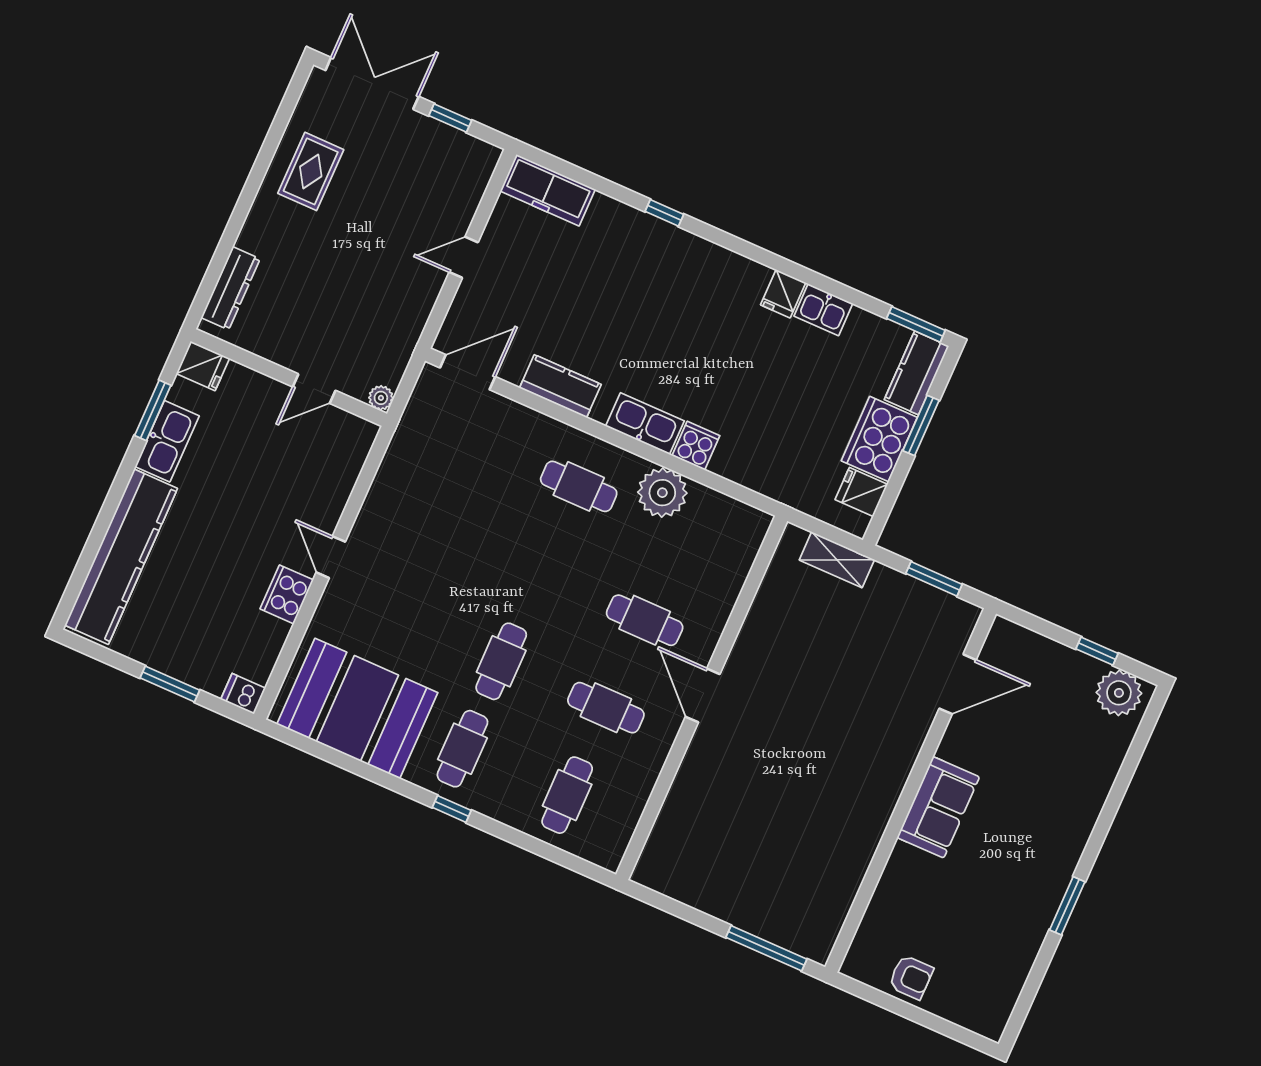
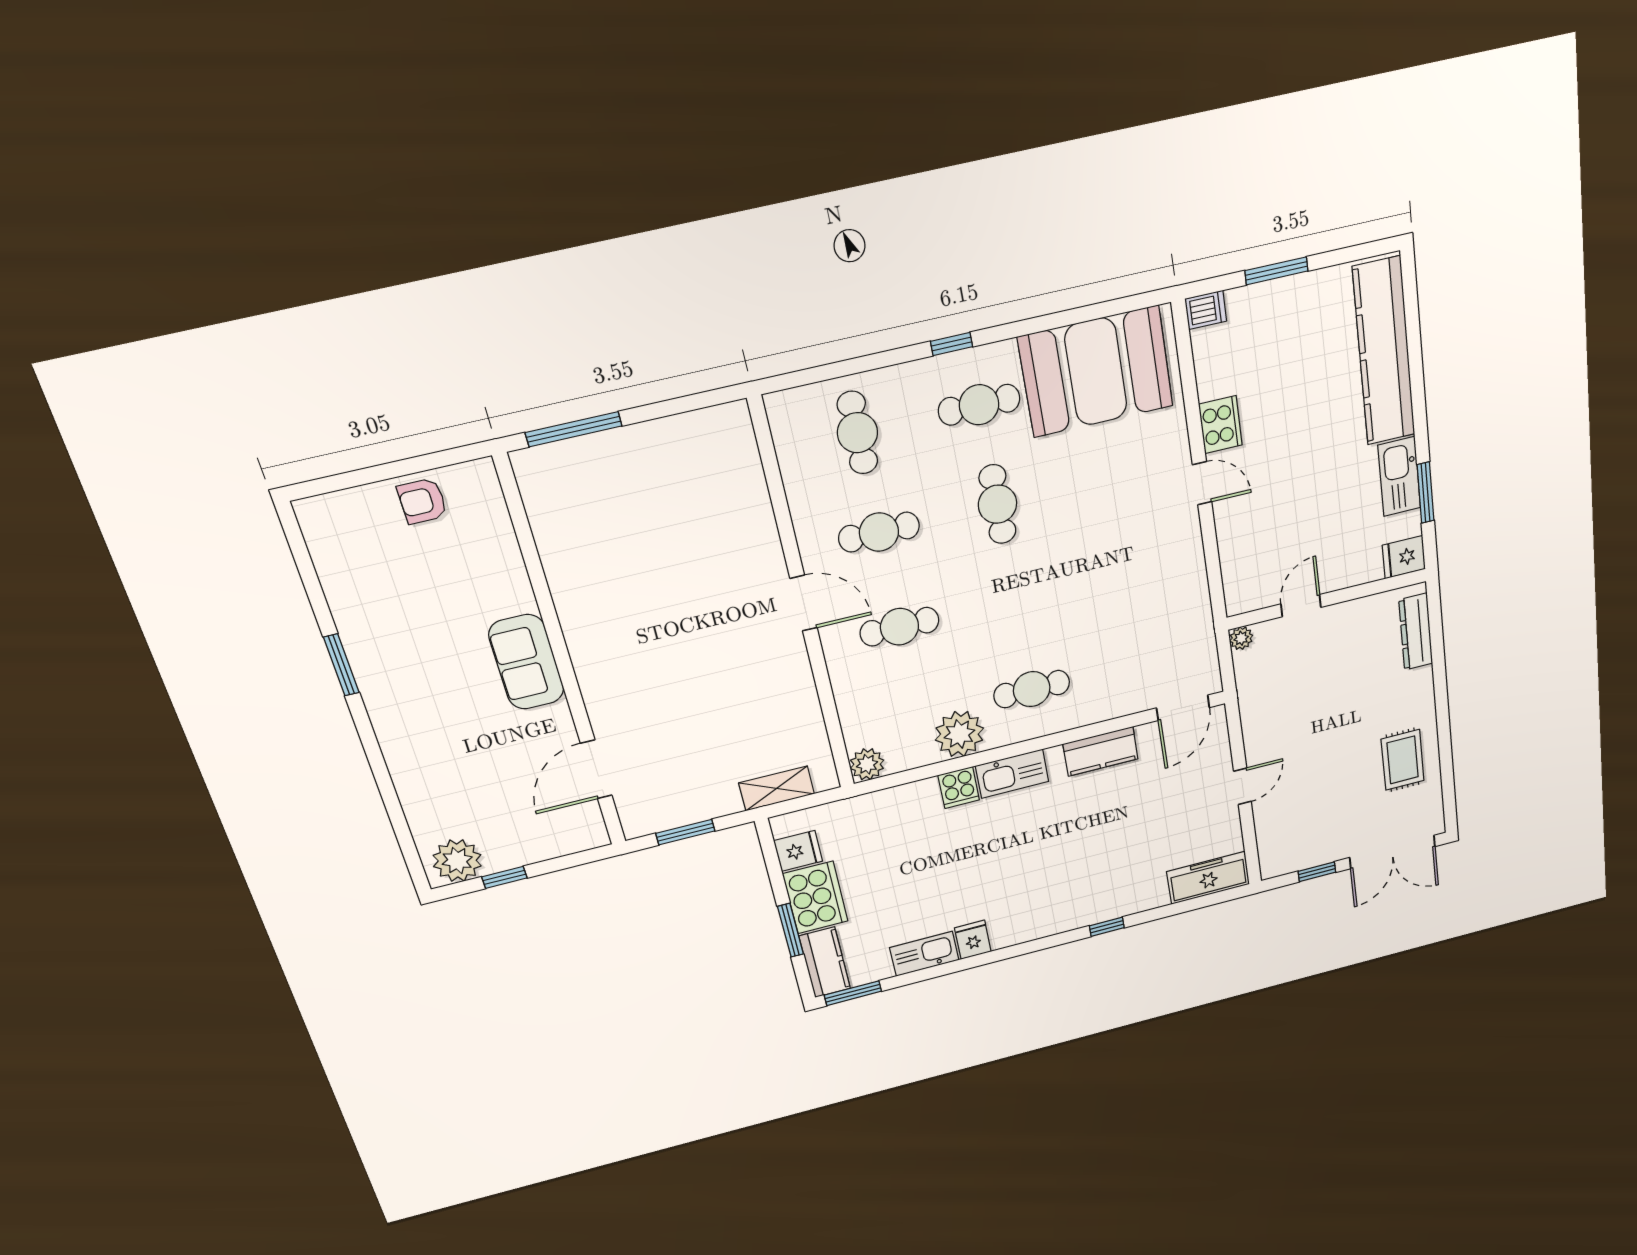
kitchen sink: (823, 310) -> (924, 954), width x1.38
plant: (753, 524) -> (867, 764), added
cafe table: (462, 749) -> (979, 405), turned 90

